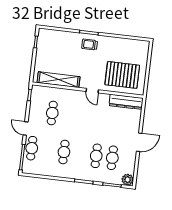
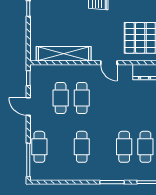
cafe table: (68, 115) -> (82, 98), added
door: (26, 128) -> (28, 107), moved

